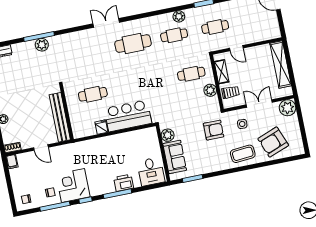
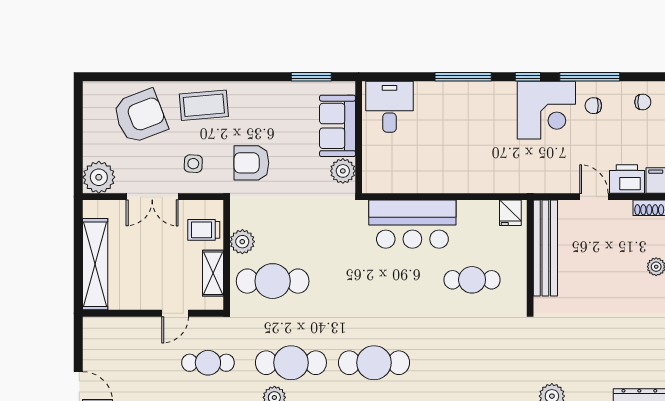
cafe table: (174, 35) -> (291, 363), width x1.37, depth x1.35
door: (236, 48) -> (175, 313), swing flipped
cafe table: (191, 74) -> (273, 281), width x1.37, depth x1.35
fridge: (101, 127) -> (510, 213), moved
printer: (124, 183) -> (627, 179), moved, turned 180

